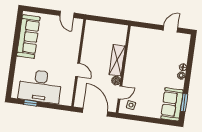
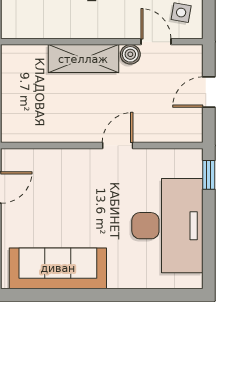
window: (30, 103) -> (209, 175), moved
door: (95, 112) -> (209, 92), width x0.53

